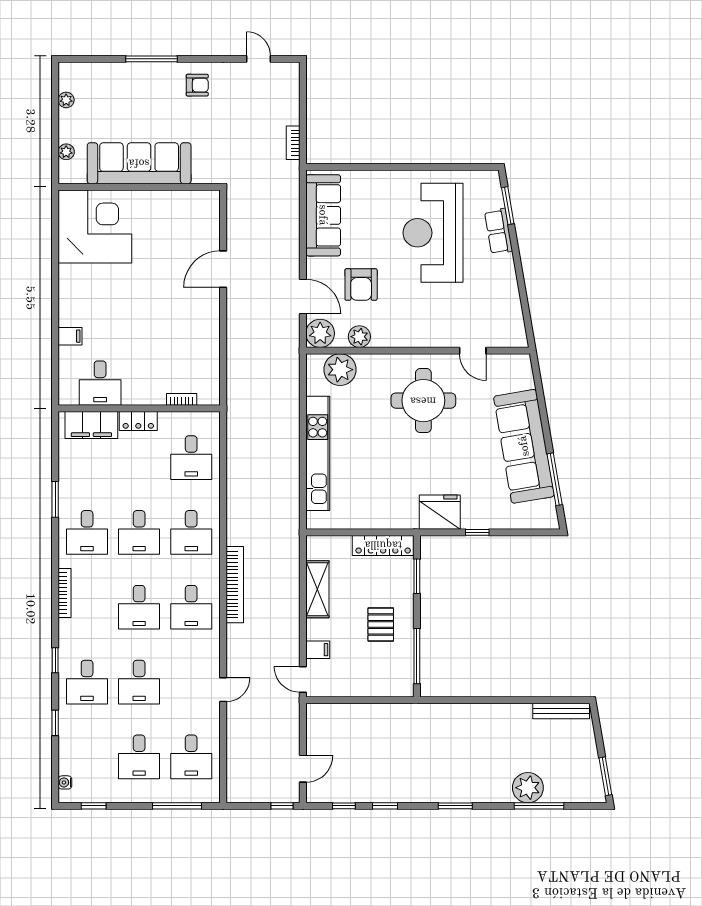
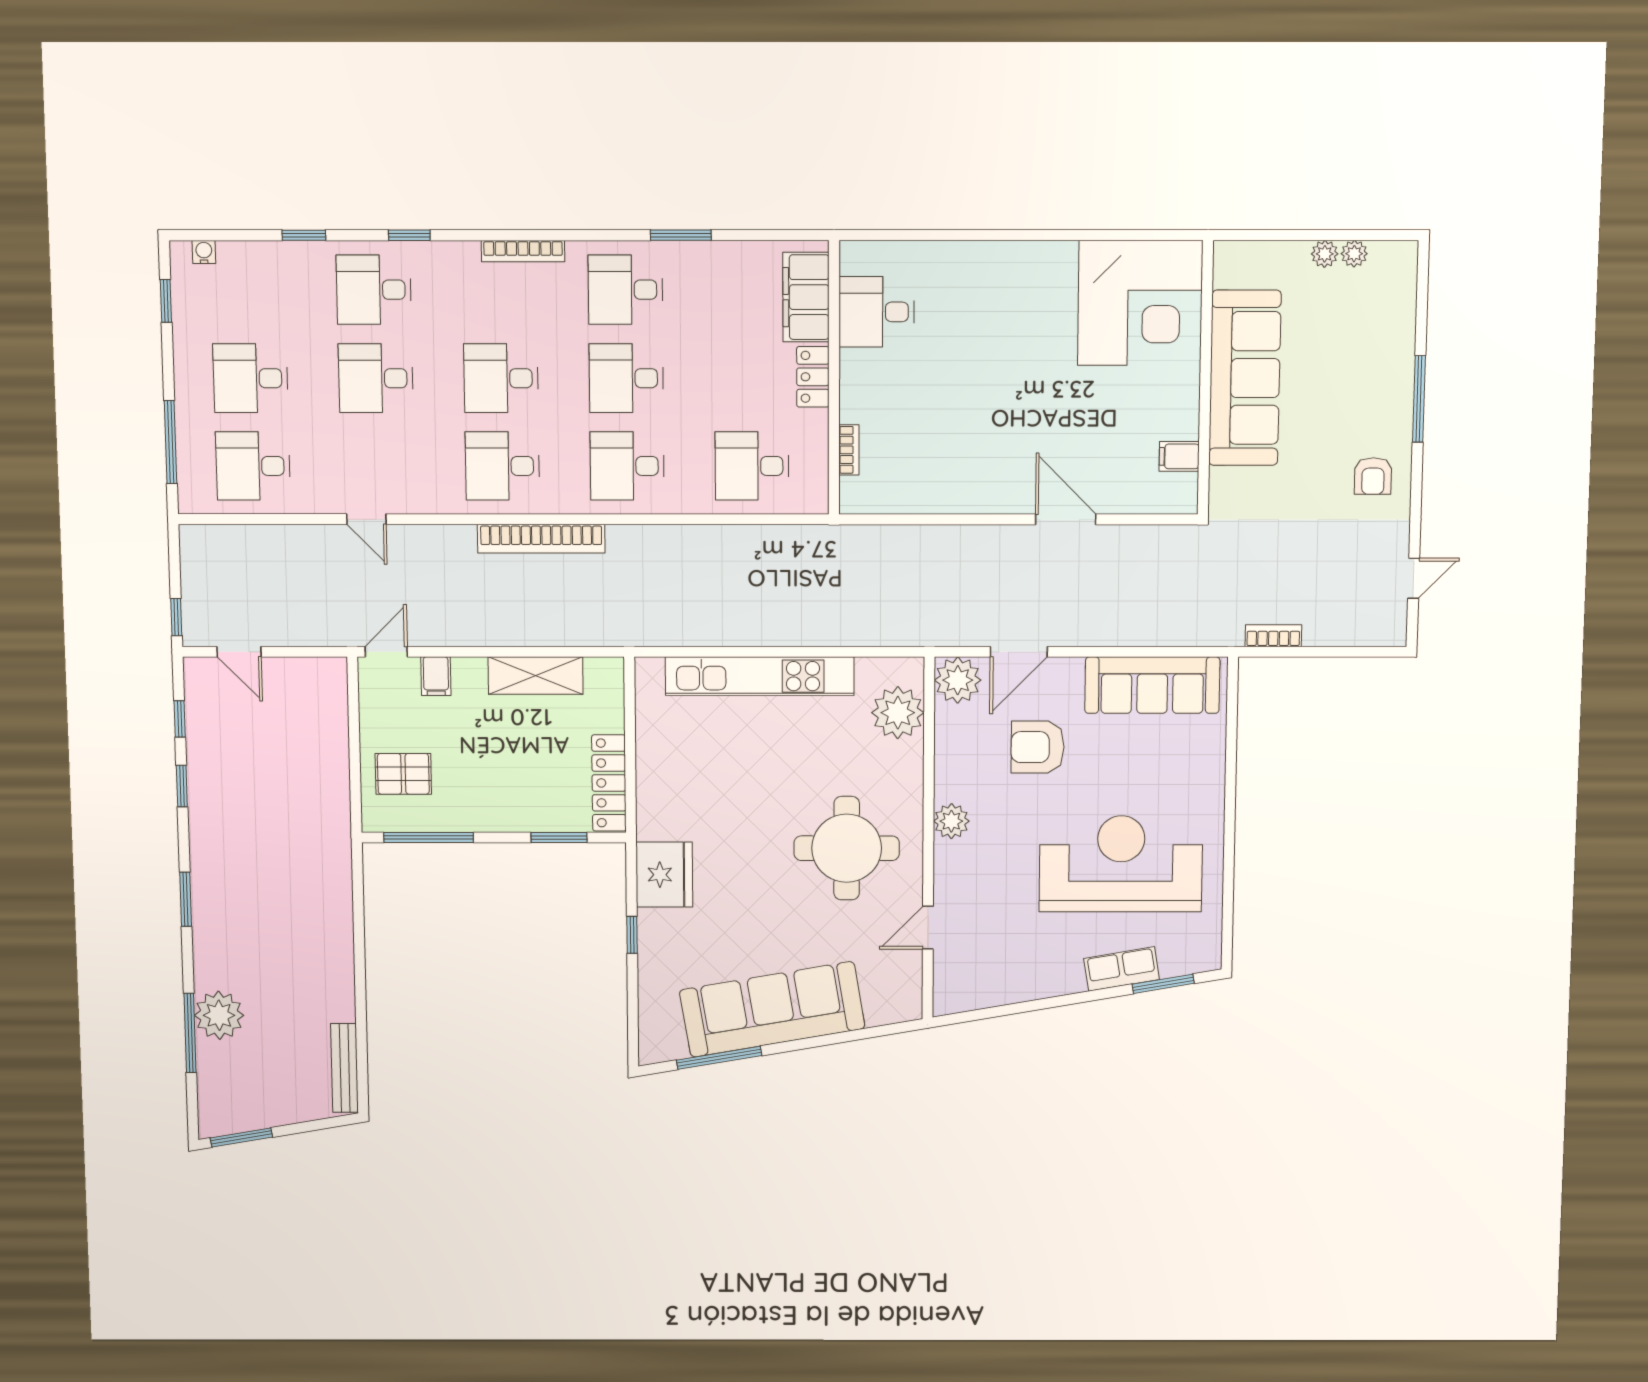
plant: (66, 152) -> (1325, 254), moved
filing cabinet: (70, 336) -> (1179, 456), moved, turned 90
plant: (359, 337) -> (951, 821), moved
pallet: (381, 624) -> (403, 774), moved

